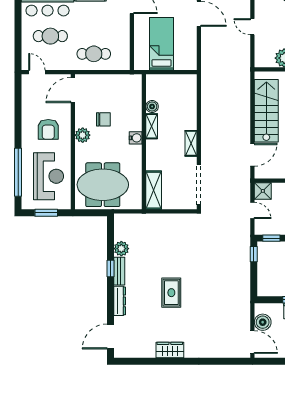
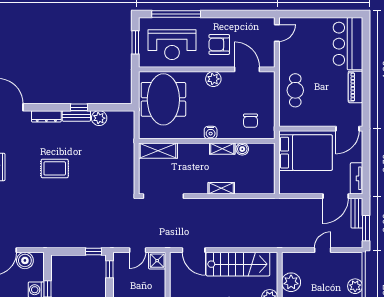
cafe table: (50, 36) -> (313, 47), removed
bed: (162, 44) -> (306, 153), width x1.50
door: (73, 90) -> (247, 69), moved
chair: (103, 119) -> (251, 121), moved
shelving: (191, 143) -> (221, 188), moved

